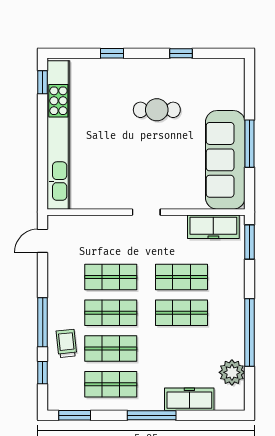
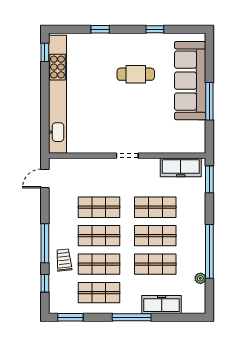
sofa: (225, 160) -> (190, 81), moved
shop shelf: (181, 349) -> (155, 264), added
plant: (232, 372) -> (200, 278), width x0.53, depth x0.53

